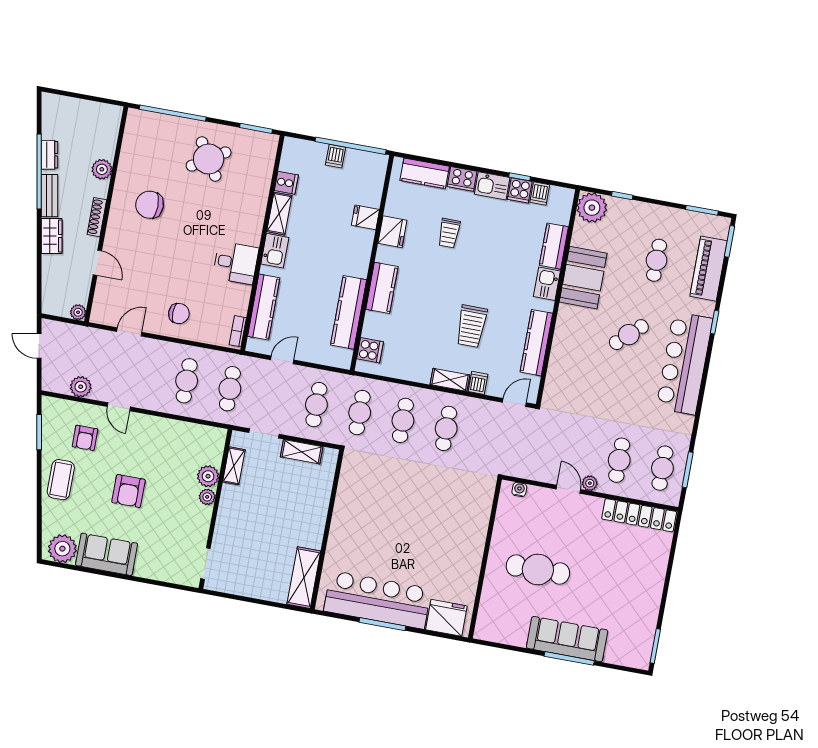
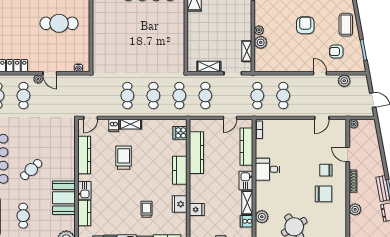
plant: (259, 186) -> (262, 217), added
wardrobe: (52, 236) -> (377, 165), removed
chair: (179, 314) -> (326, 170), moved
armchair: (85, 438) -> (336, 52), turned -90

